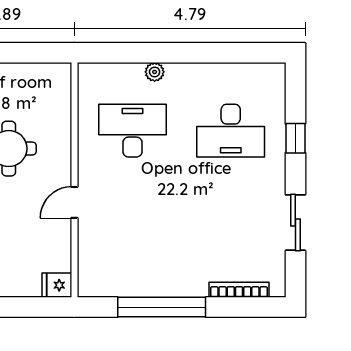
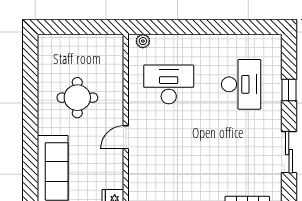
plant: (155, 72) -> (143, 41), moved
desk: (231, 131) -> (241, 84), turned -90

